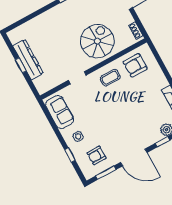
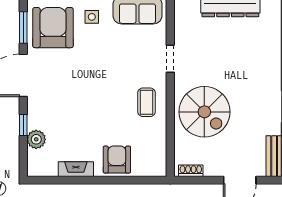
armchair: (135, 65) -> (117, 160), moved
armchair: (97, 155) -> (53, 28), width x1.88, depth x1.88

